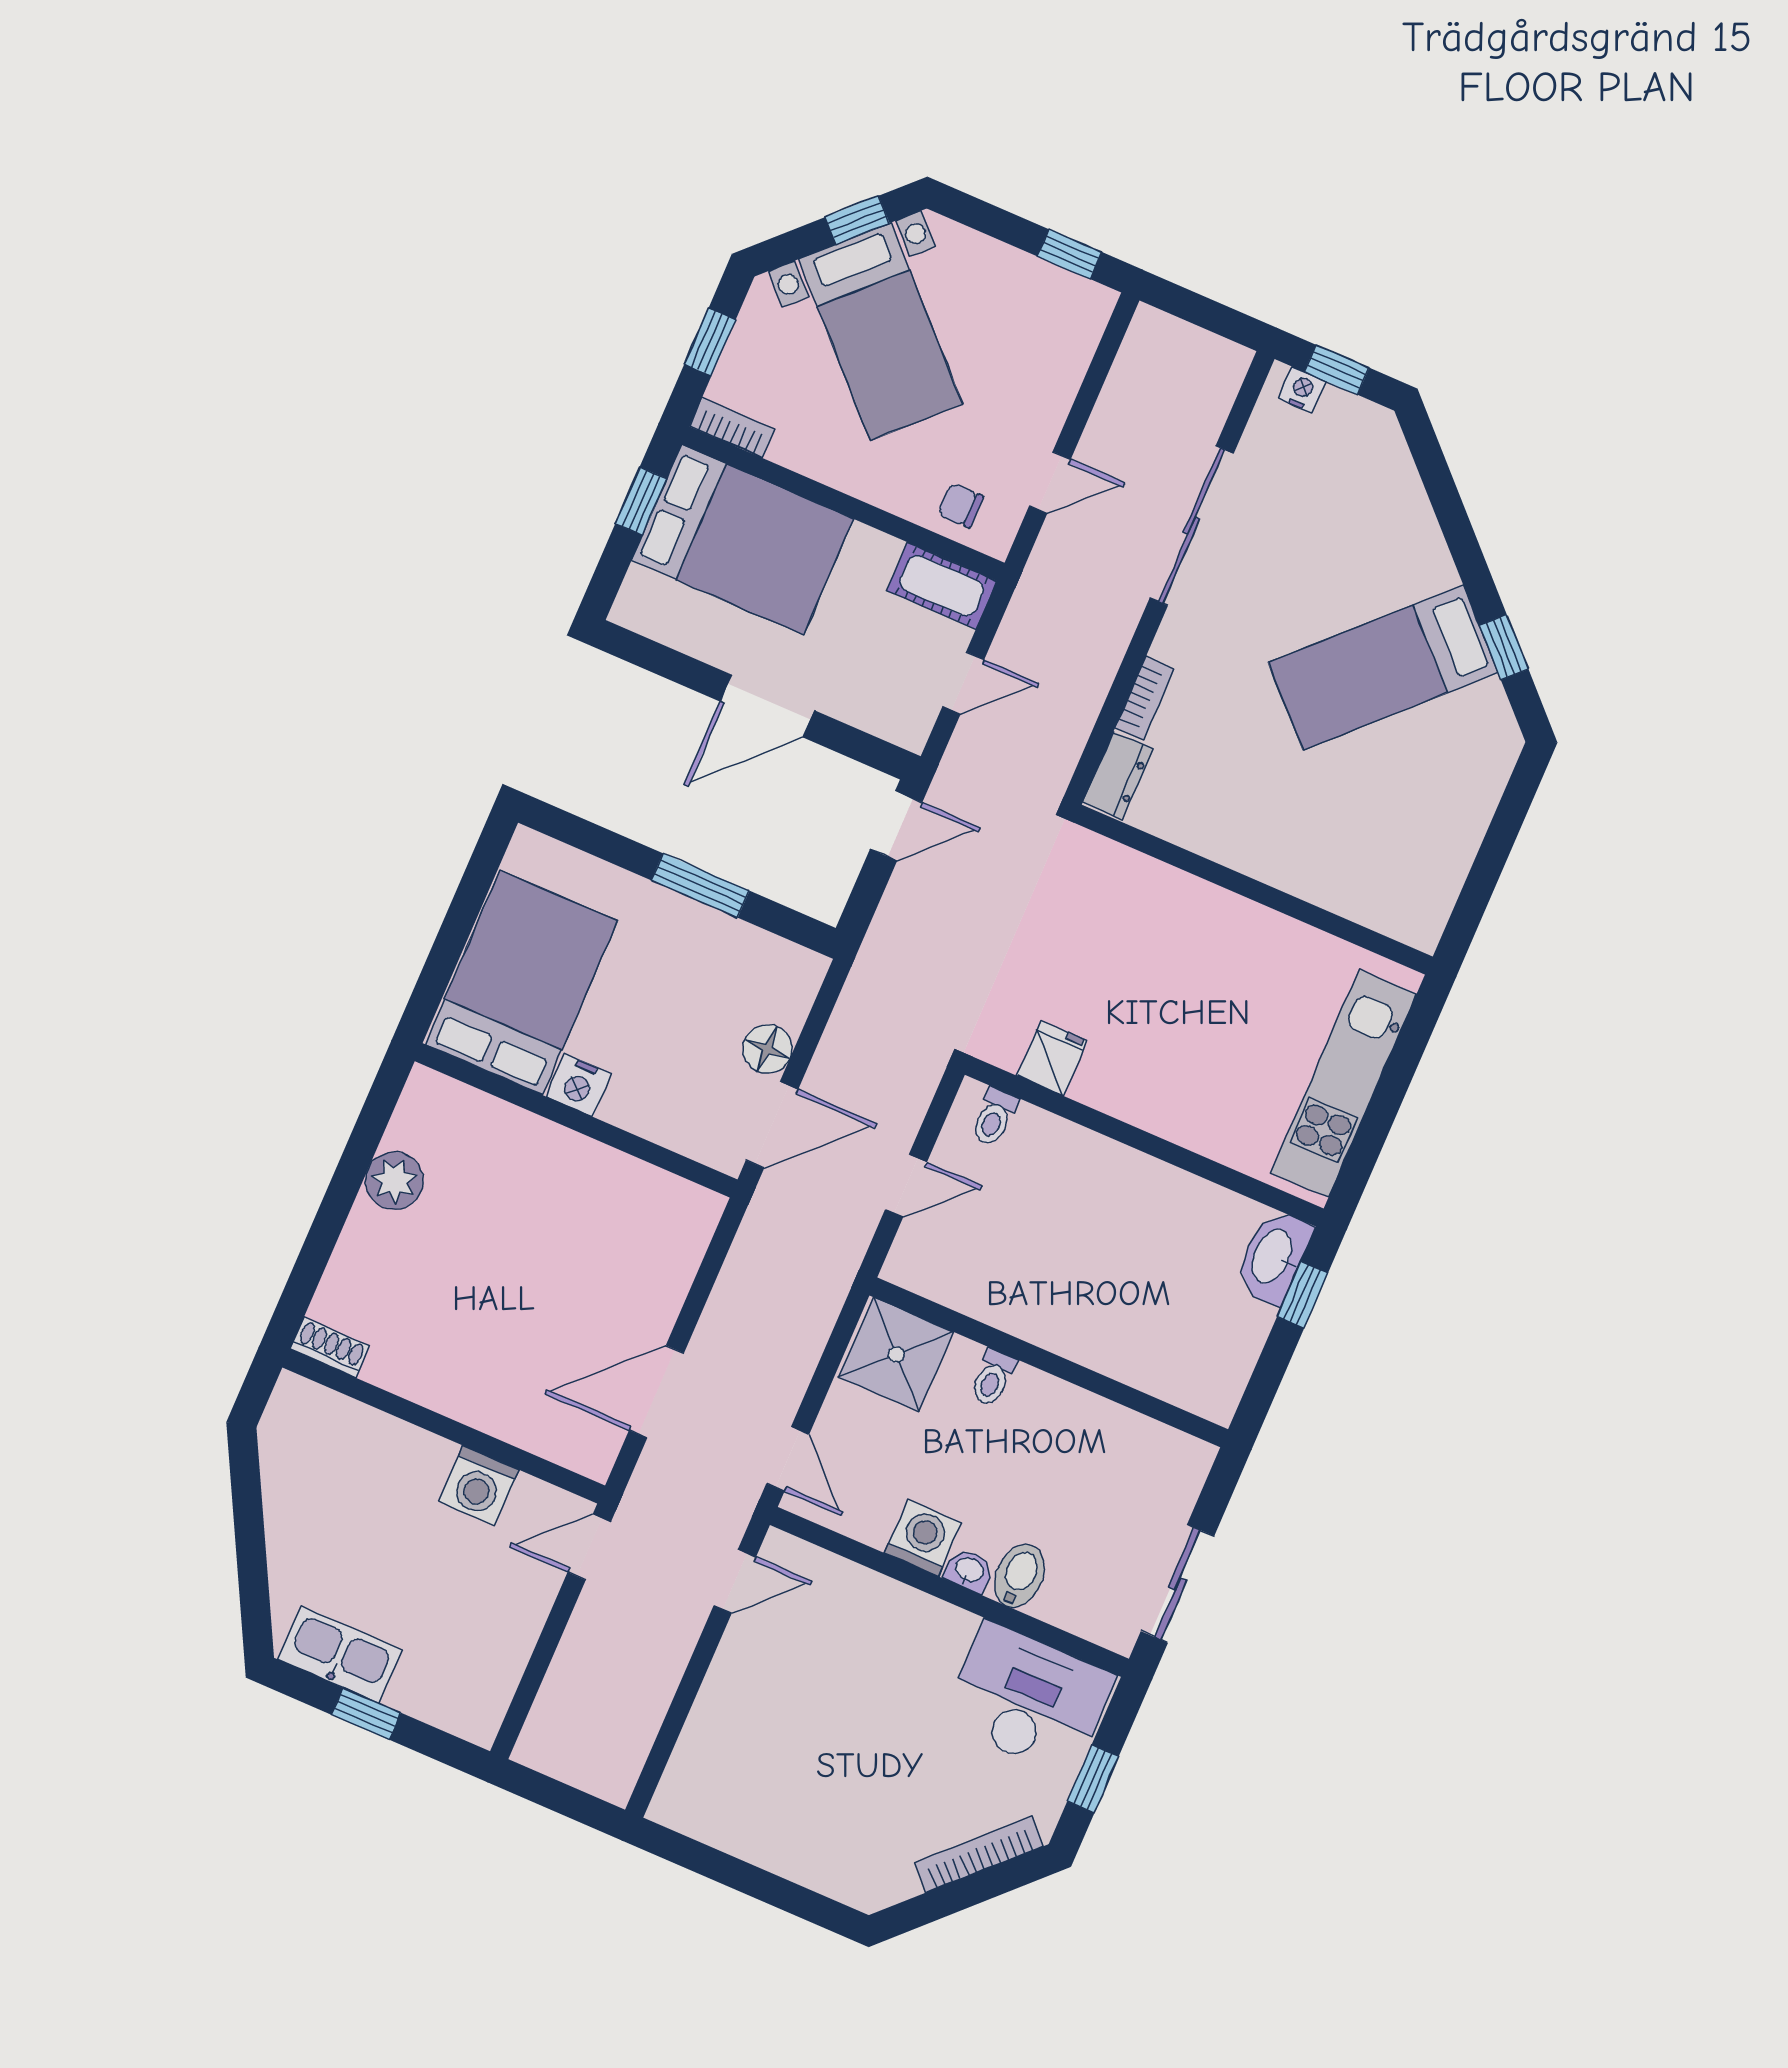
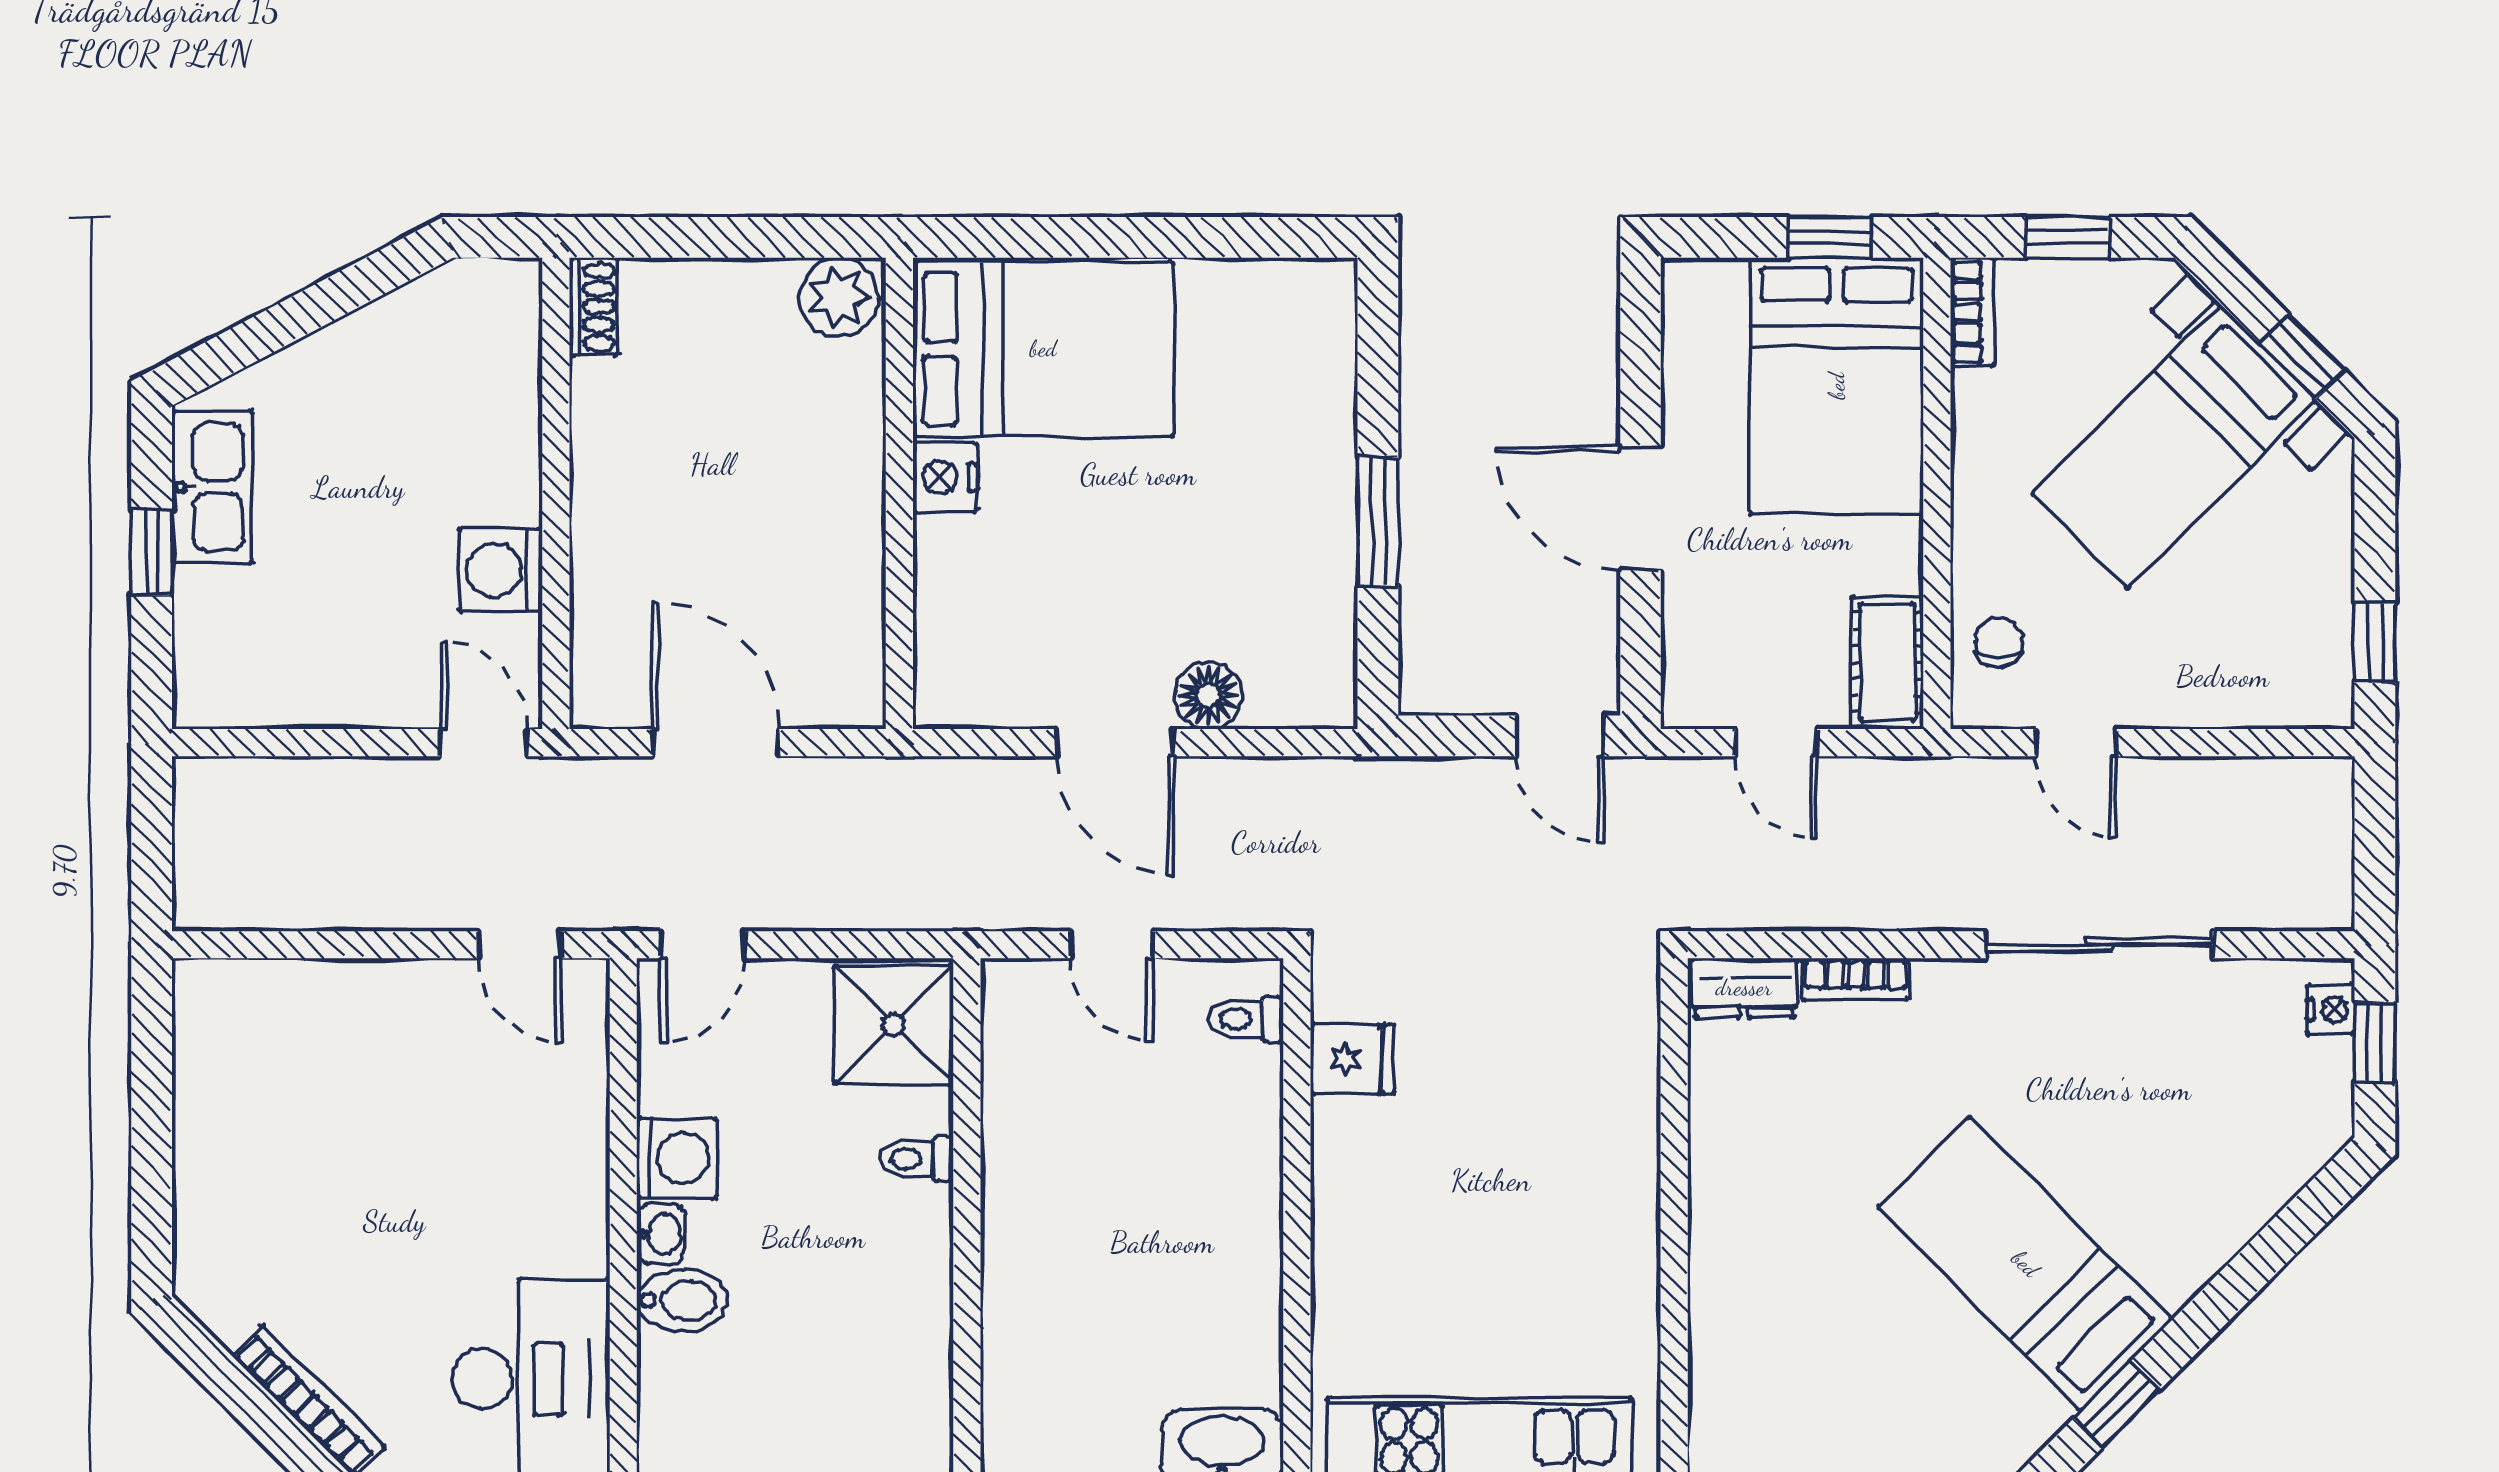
bed: (521, 983) -> (1043, 349), moved
nightstand: (579, 1085) -> (945, 477), moved
wall: (576, 1120) -> (899, 493), moved

